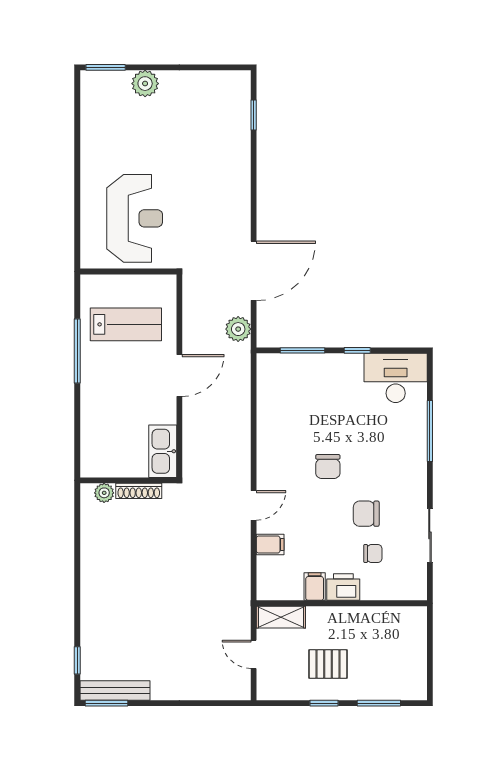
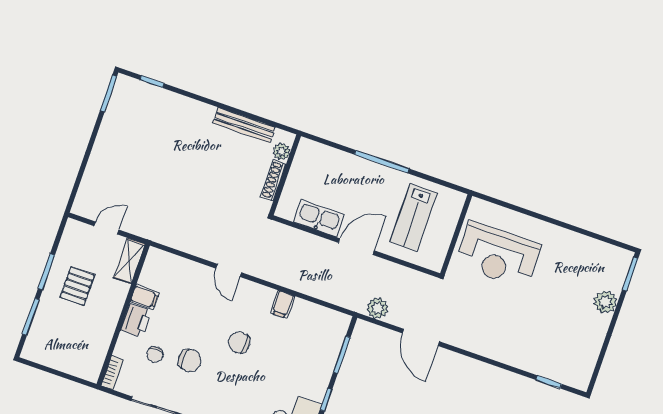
door: (254, 271) -> (421, 337), width x0.73
window: (77, 351) -> (381, 162), moved
door: (179, 375) -> (356, 247), swing flipped
kitchen sink: (163, 451) -> (319, 218), moved
chair: (366, 514) -> (190, 360), turned 90
filing cabinet: (270, 544) -> (283, 304), moved
bookcase: (409, 593) -> (112, 373), added
bench: (115, 690) -> (244, 125), moved, turned 90
window: (324, 703) -> (46, 272), width x1.50

